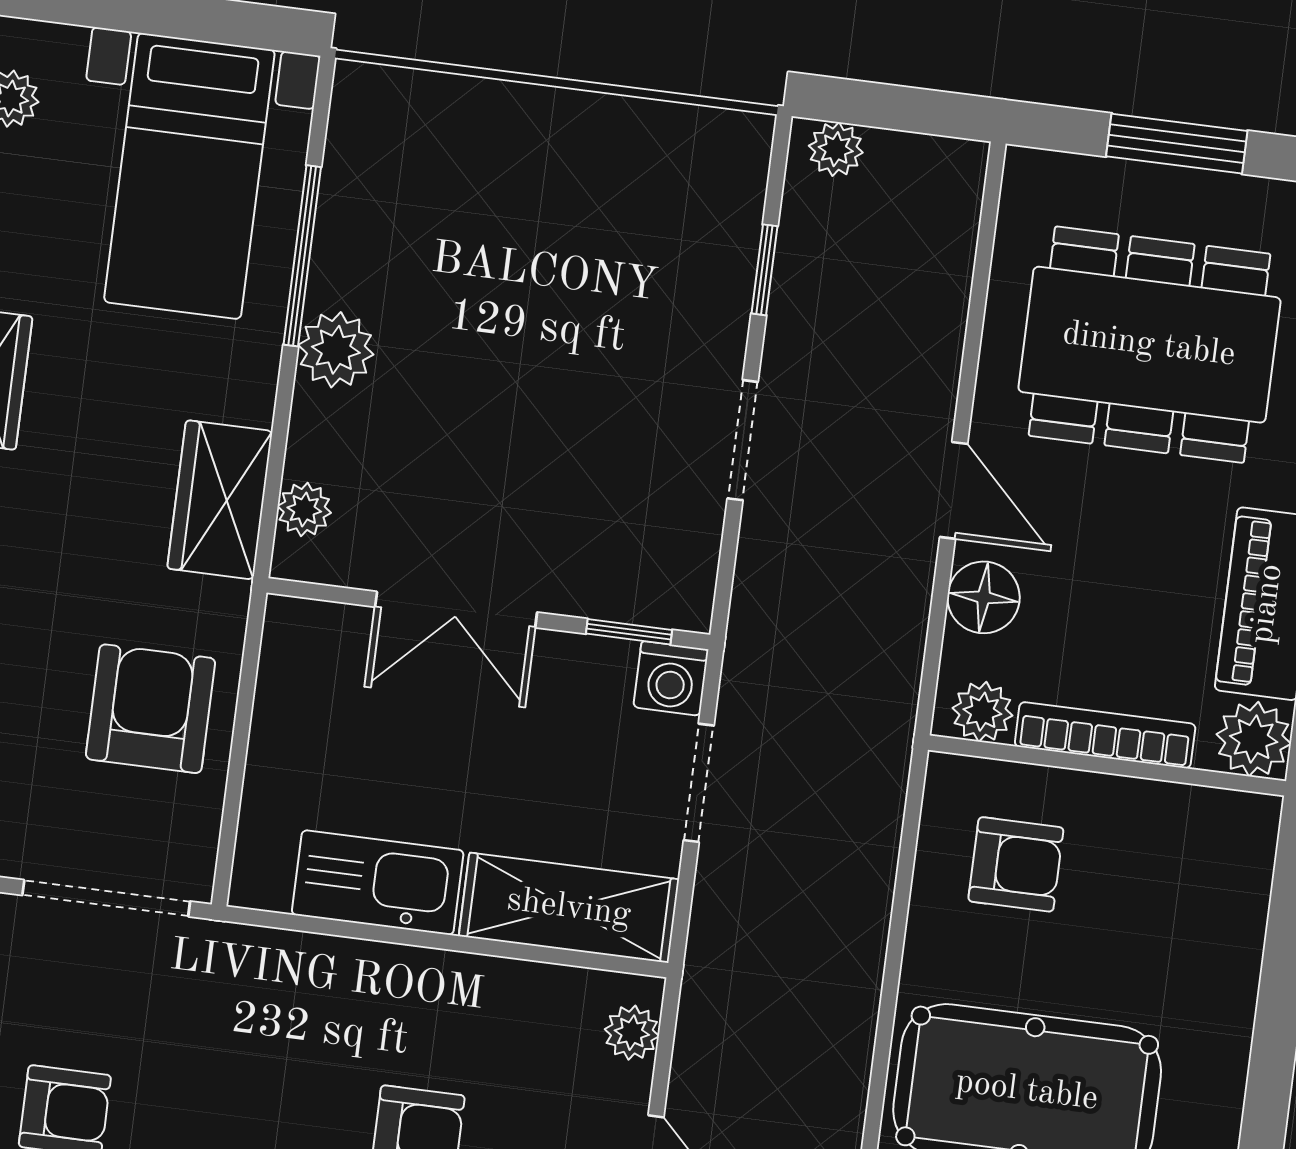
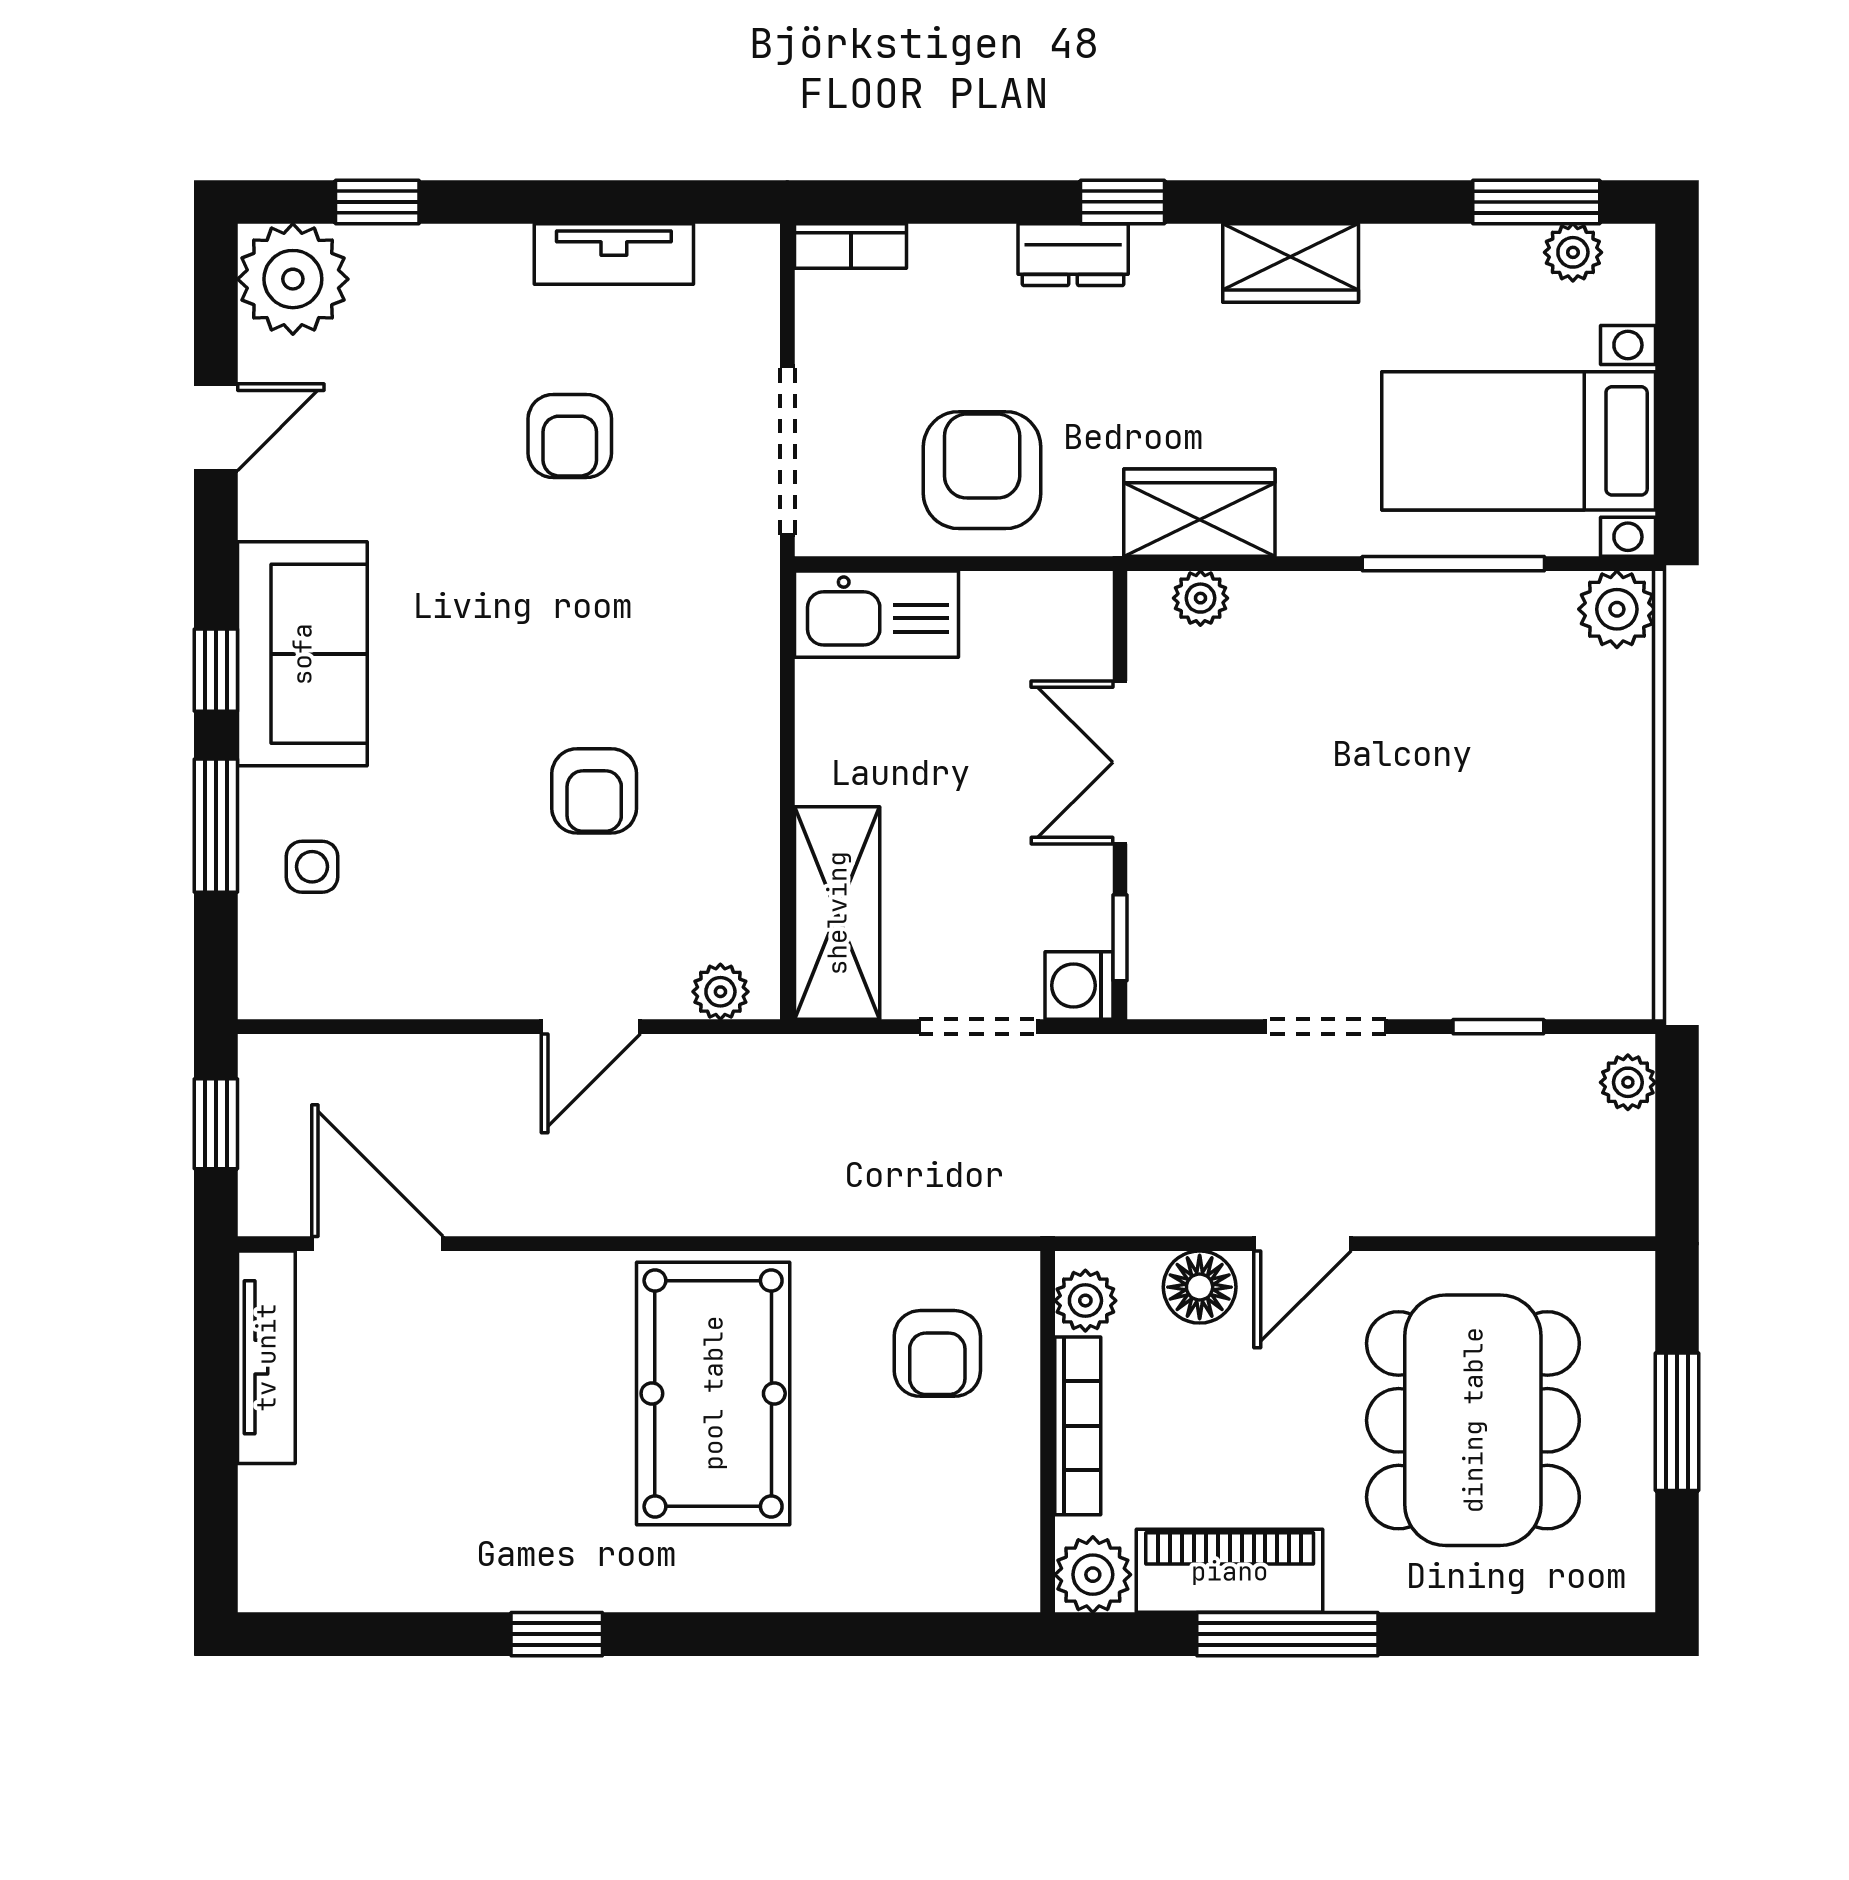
plant: (336, 350) -> (1617, 609), moved
armchair: (150, 709) -> (982, 470), turned -90
kitchen sink: (378, 883) -> (876, 614), moved, turned 90

